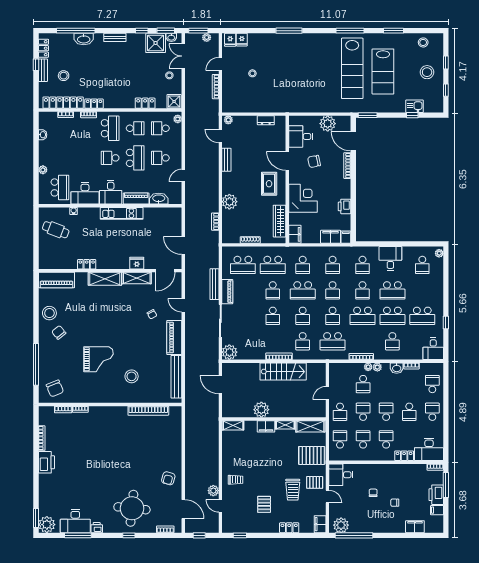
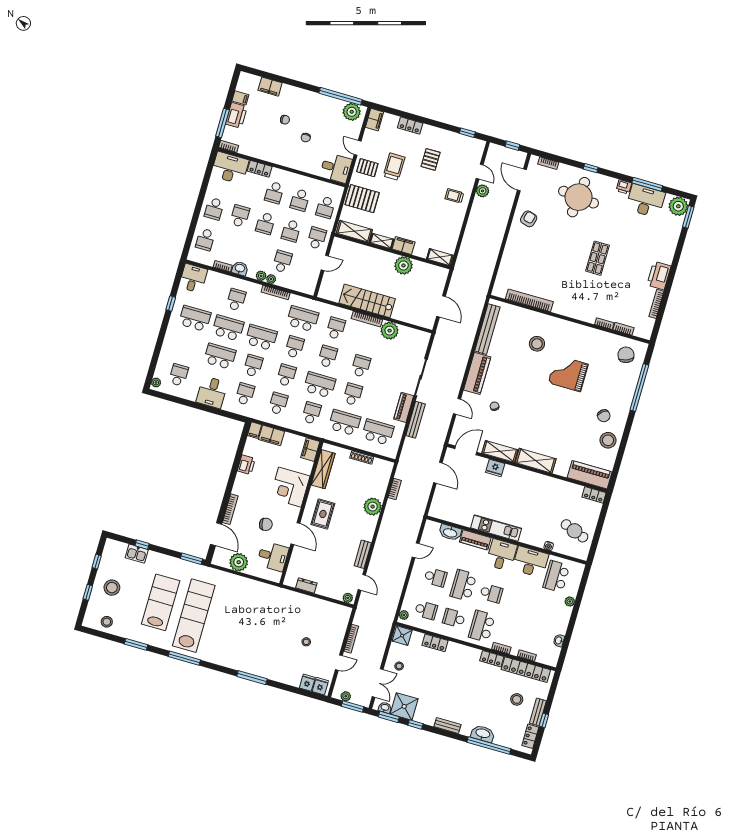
locker: (87, 264) -> (594, 495), moved
plant: (229, 352) -> (390, 331), moved
shop shelf: (102, 462) -> (598, 258), added

